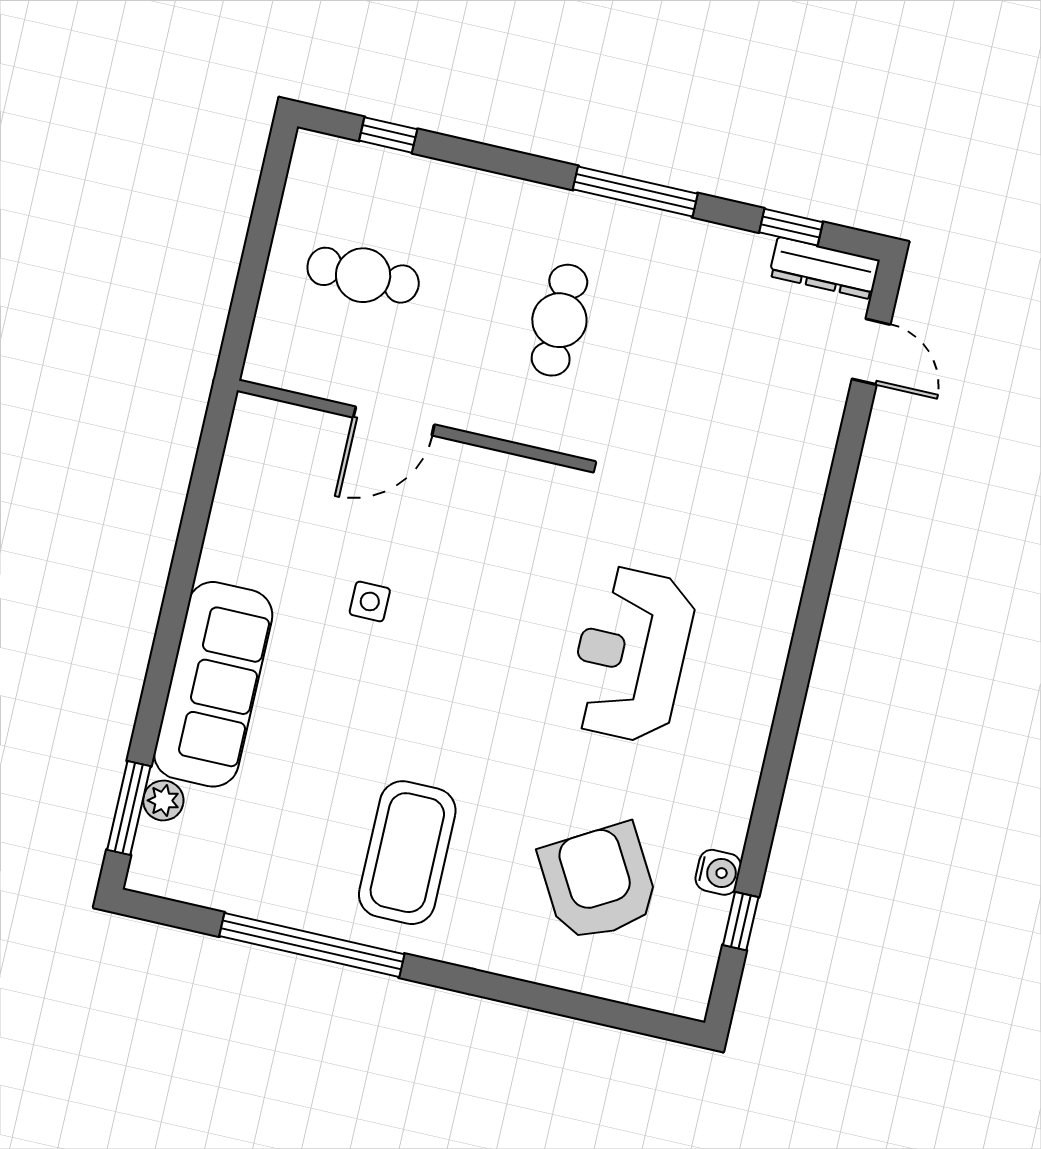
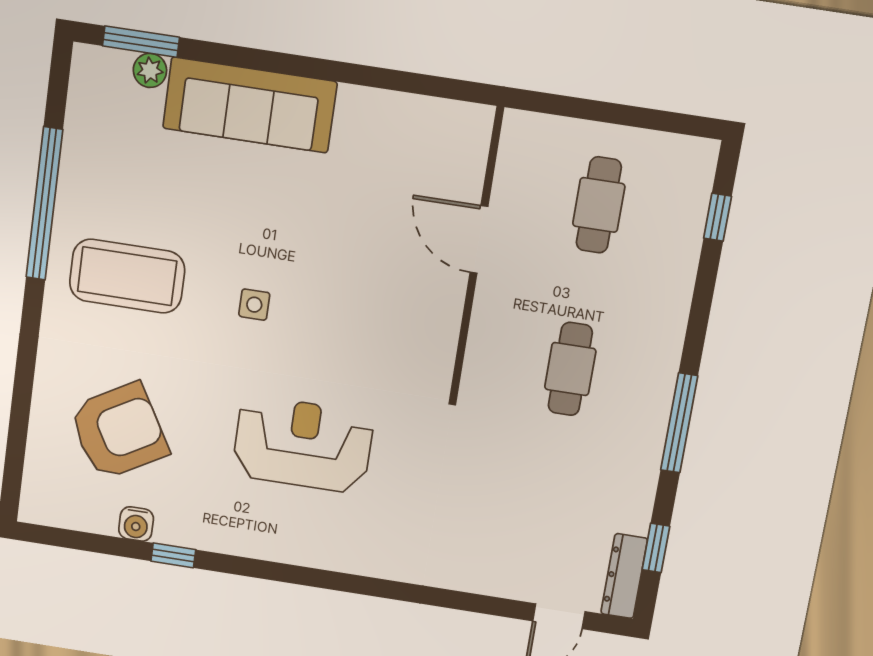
cafe table: (559, 320) -> (570, 369), turned 90
side table: (370, 601) -> (254, 305), moved
window: (741, 921) -> (173, 555), moved

